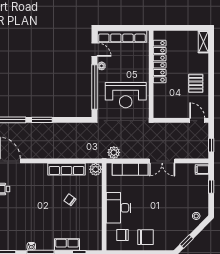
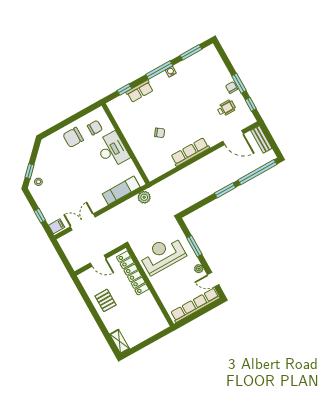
locker: (160, 61) -> (133, 273), moved
window: (95, 87) -> (194, 246), width x0.47
door: (197, 120) -> (98, 261), moved
window: (211, 145) -> (61, 253), removed
double door: (162, 161) -> (83, 222), moved
row of seats: (66, 169) -> (190, 152), moved
plant: (96, 169) -> (152, 173), removed
window: (186, 241) -> (29, 171), moved

